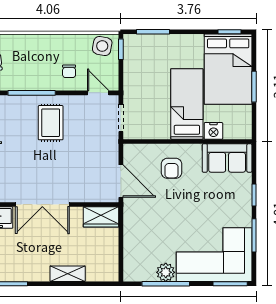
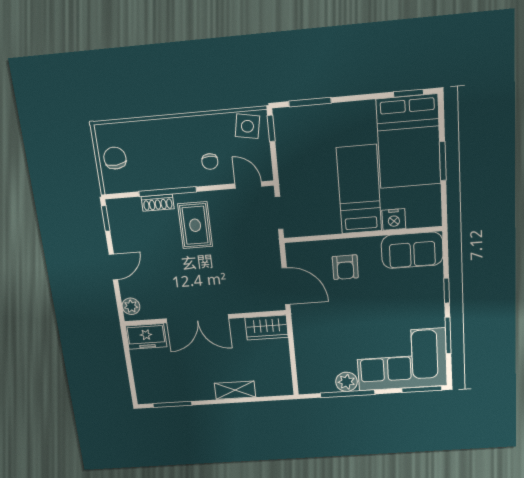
shoe rack: (22, 101) -> (158, 203), added

